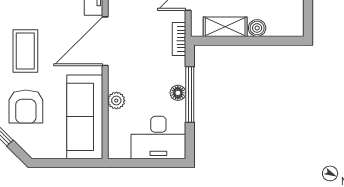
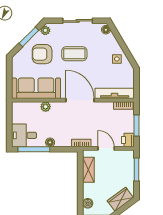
boiler: (257, 28) -> (88, 203), moved
window: (190, 95) -> (34, 149), moved
desk: (158, 138) -> (24, 135), width x0.73

